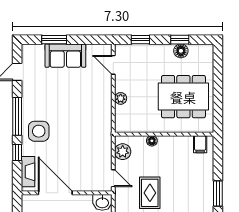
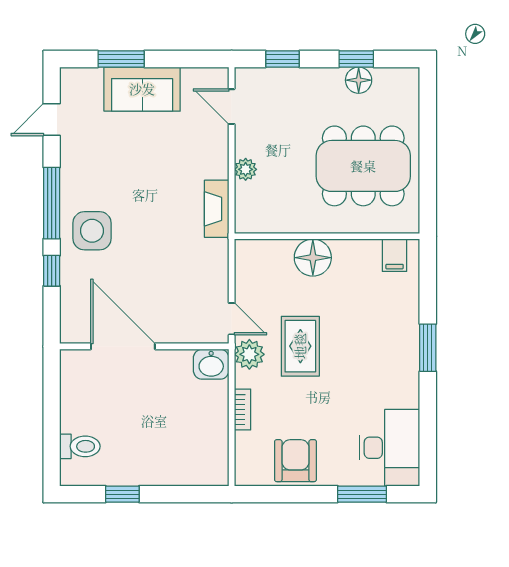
floor lamp: (152, 141) -> (313, 258), width x1.89, depth x1.89
plant: (123, 152) -> (249, 354), moved
fireplace: (28, 172) -> (217, 209), moved, turned 180

